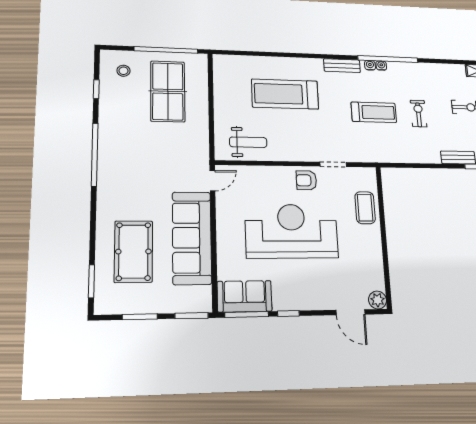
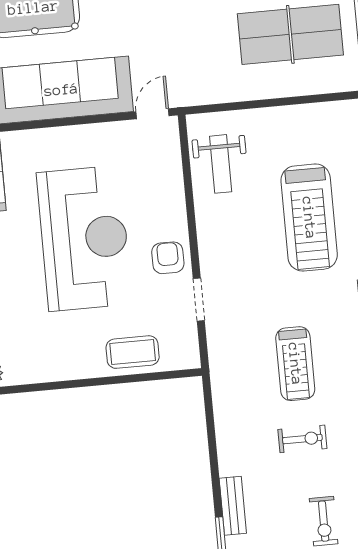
treadmill: (285, 94) -> (309, 218), turned 180
door: (212, 181) -> (152, 114), swing flipped

